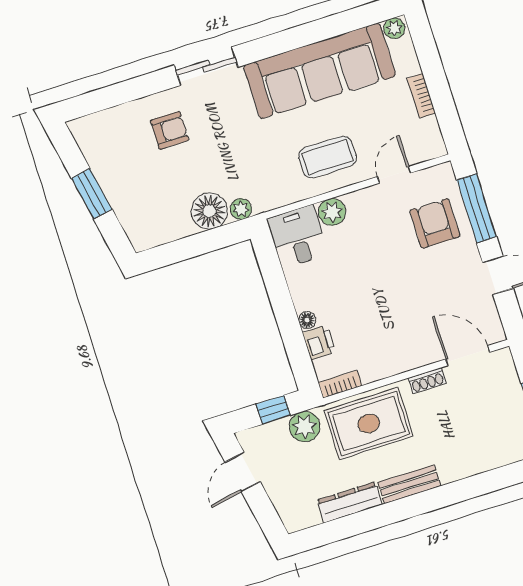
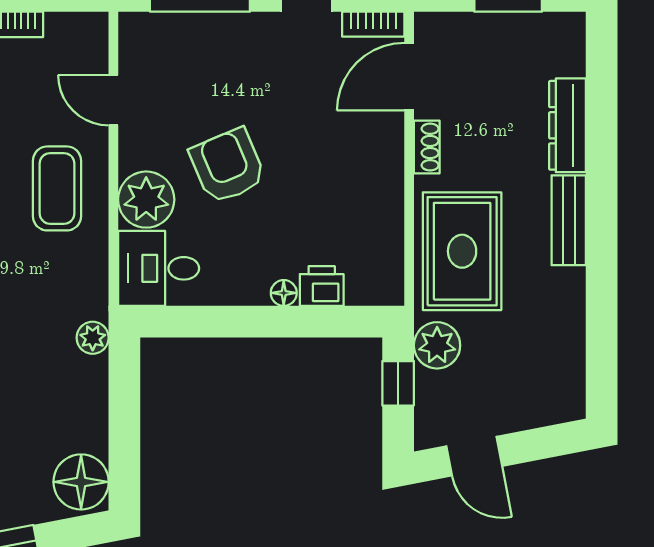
floor lamp: (209, 211) -> (81, 482), moved
plant: (332, 212) -> (146, 200), width x1.36, depth x1.36
armchair: (435, 223) -> (228, 166), moved, turned 67
bookcase: (340, 384) -> (373, 24), moved, turned -90
dresser: (350, 502) -> (568, 125), moved

